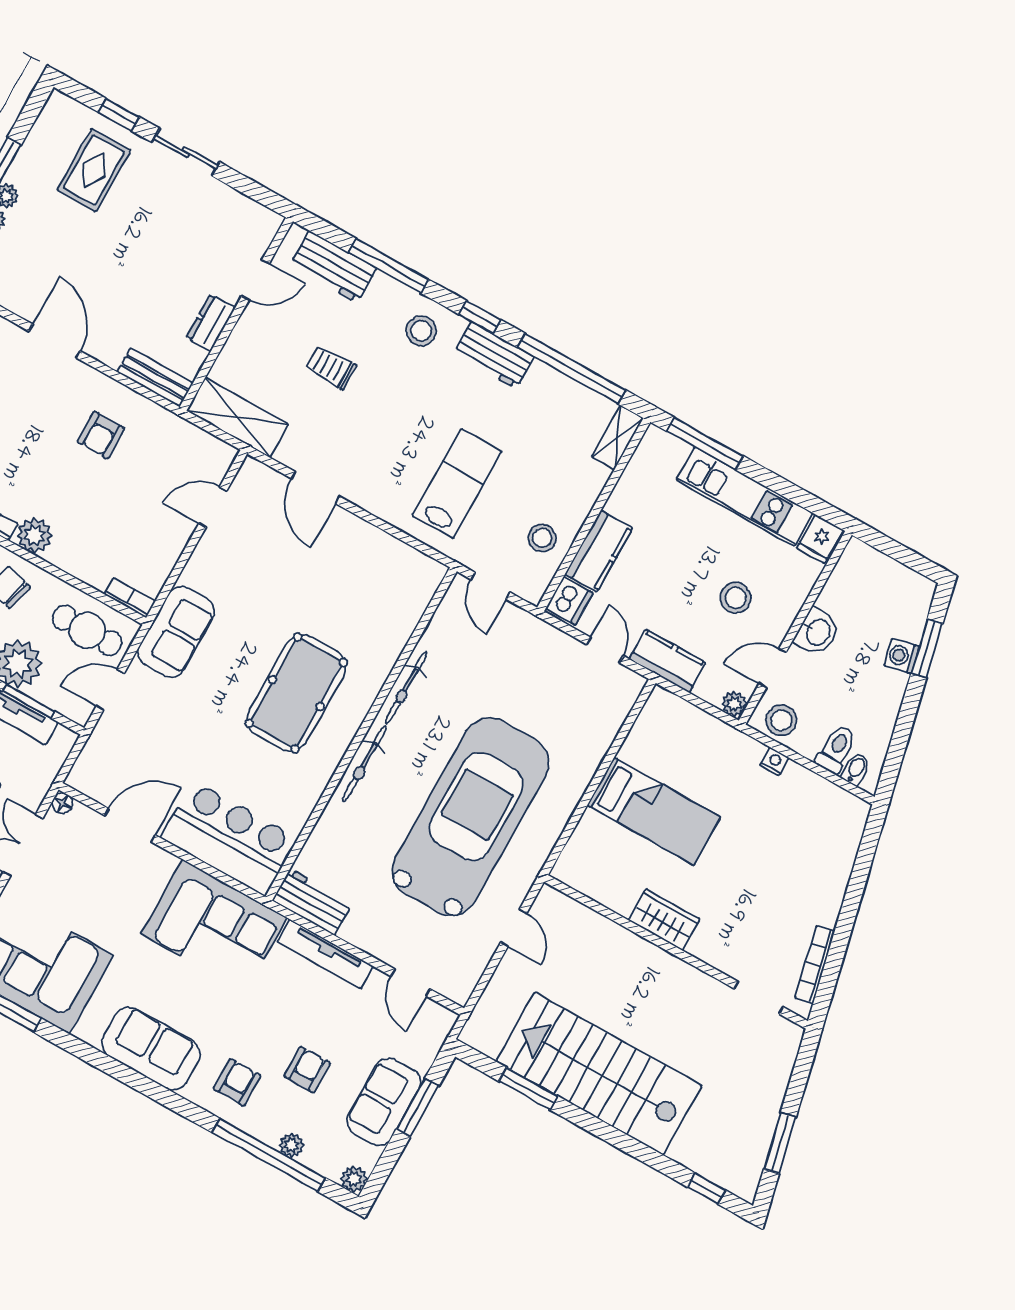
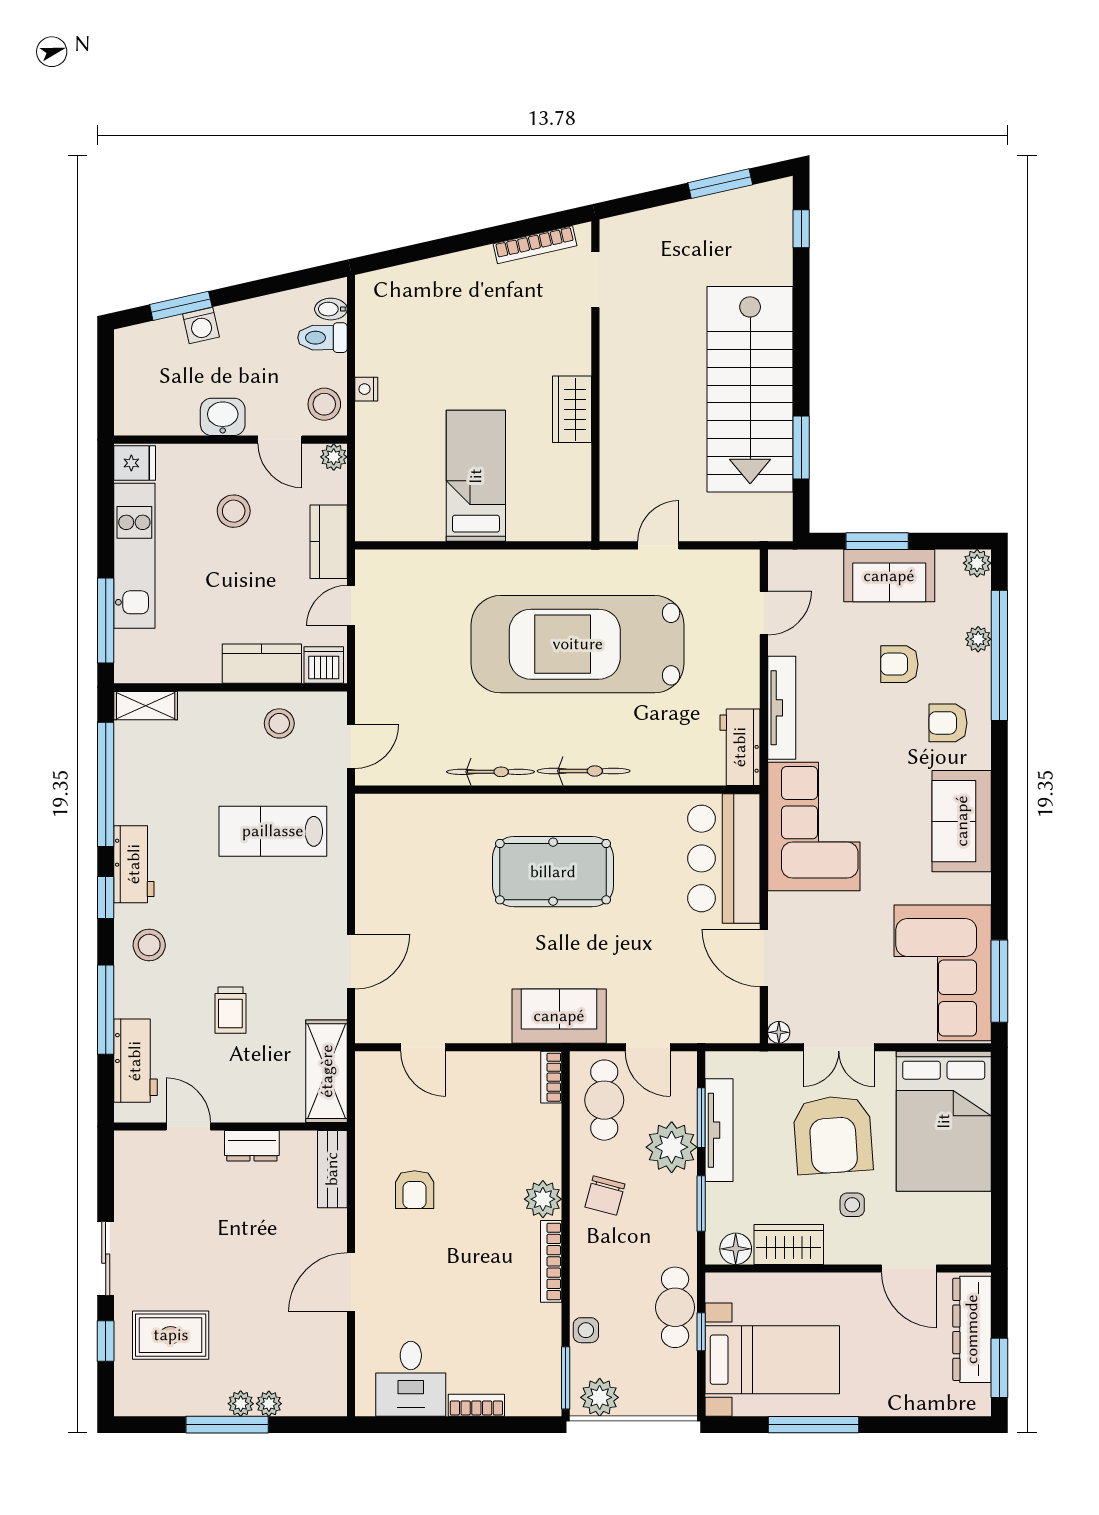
armchair: (101, 435) -> (415, 1190), turned 90

